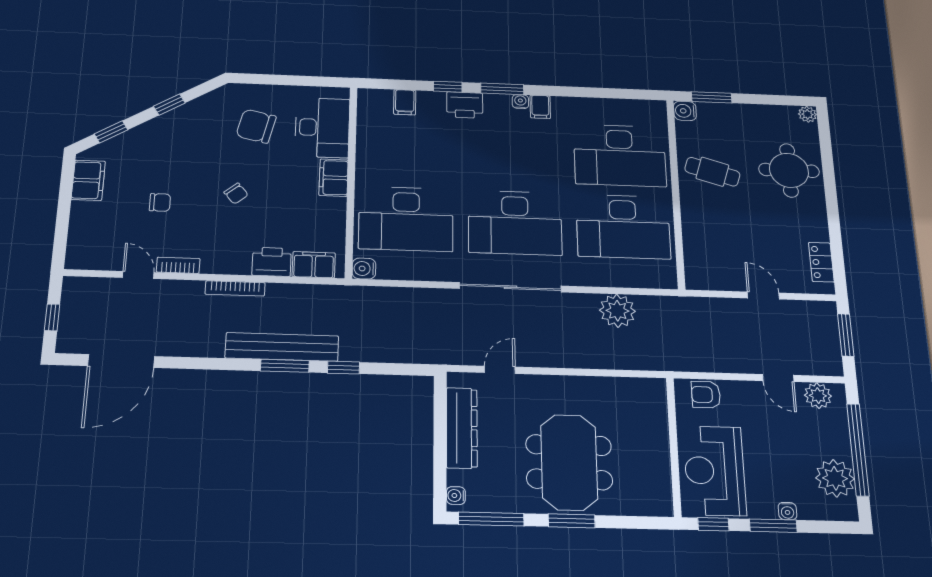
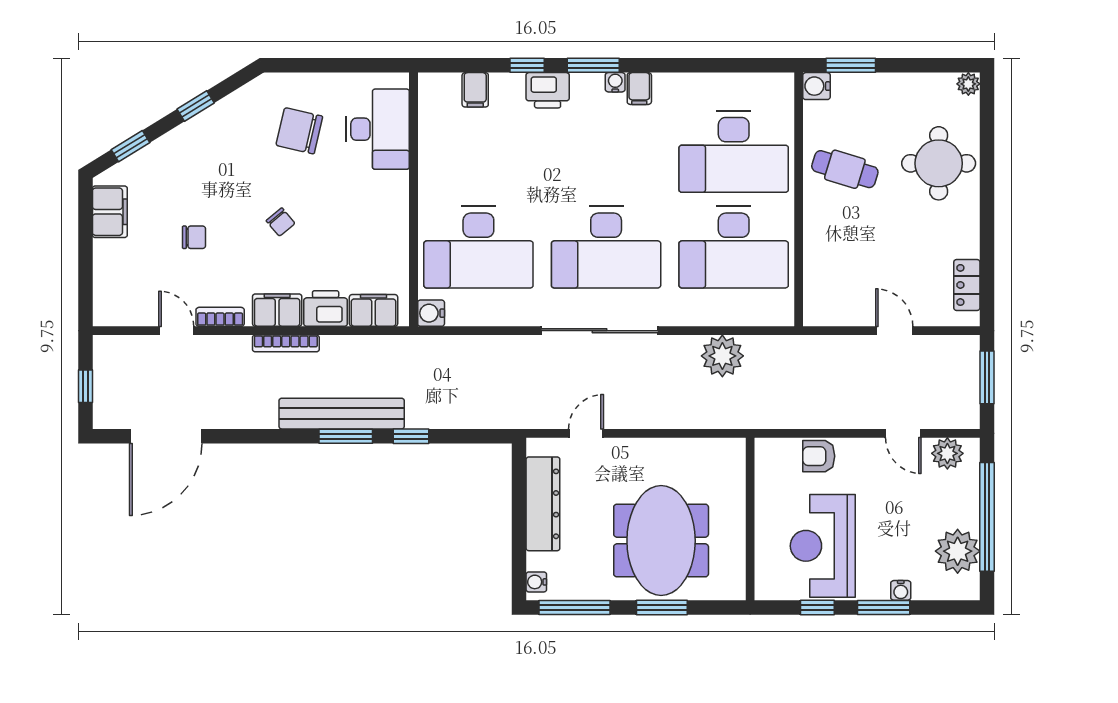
filing cabinet: (334, 178) -> (277, 310), moved, turned 90
wall: (674, 446) -> (750, 519), moved

